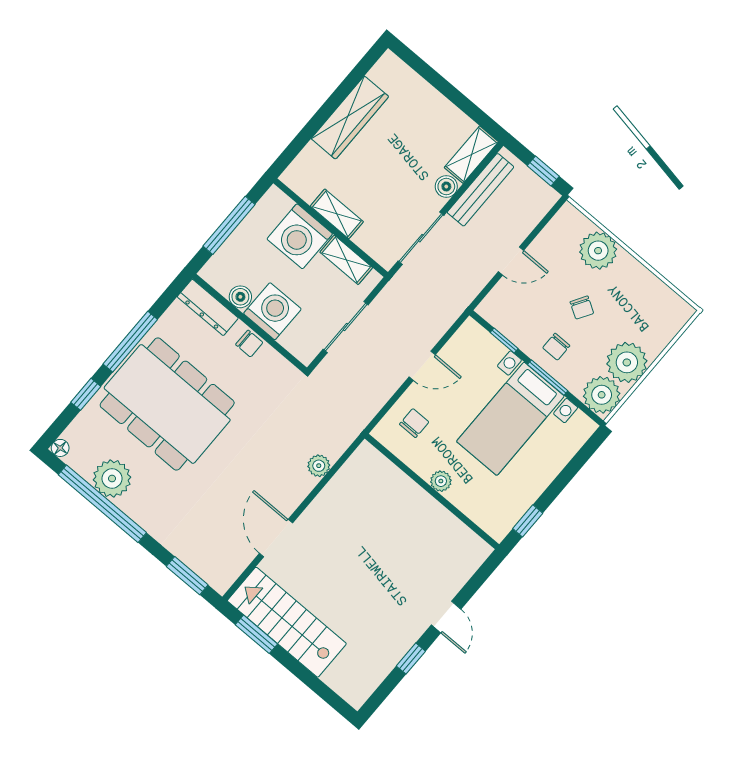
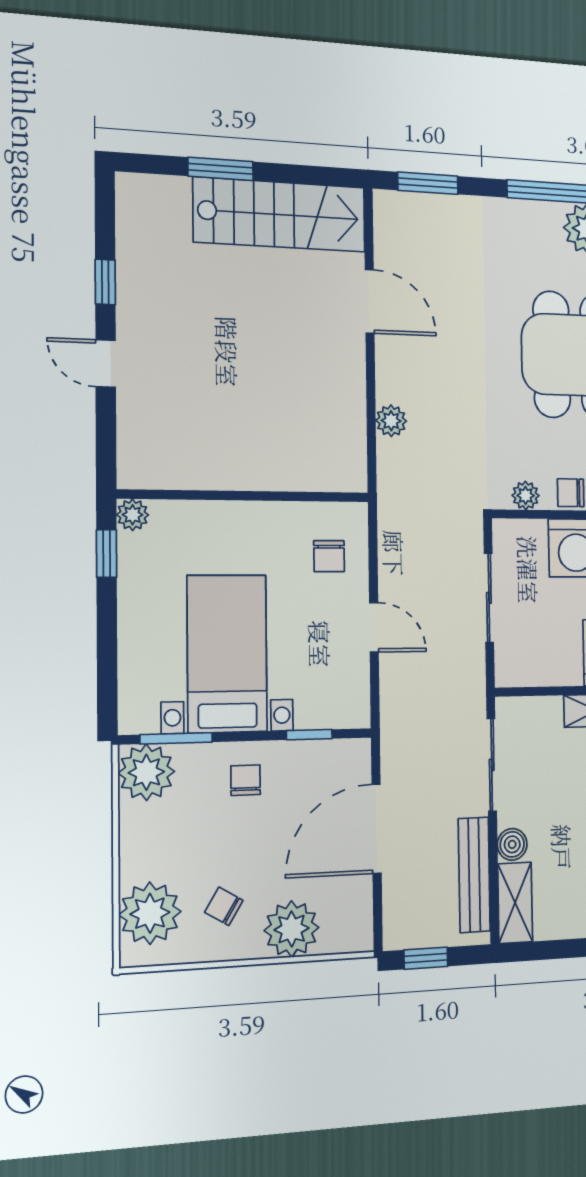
shelving: (346, 260) -> (548, 671), removed
door: (511, 261) -> (377, 829), width x1.88
chair: (582, 308) -> (224, 906), moved
plant: (627, 362) -> (150, 913), moved
plant: (277, 364) -> (526, 495), added
door: (422, 366) -> (374, 627), swing flipped
window: (548, 378) -> (176, 738), moved
plant: (441, 481) -> (133, 515), moved
window: (256, 634) -> (221, 169), moved

